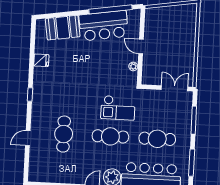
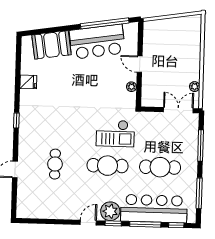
plant: (190, 68) -> (195, 87), added
cafe table: (64, 134) -> (55, 164), width x0.73, depth x0.74

